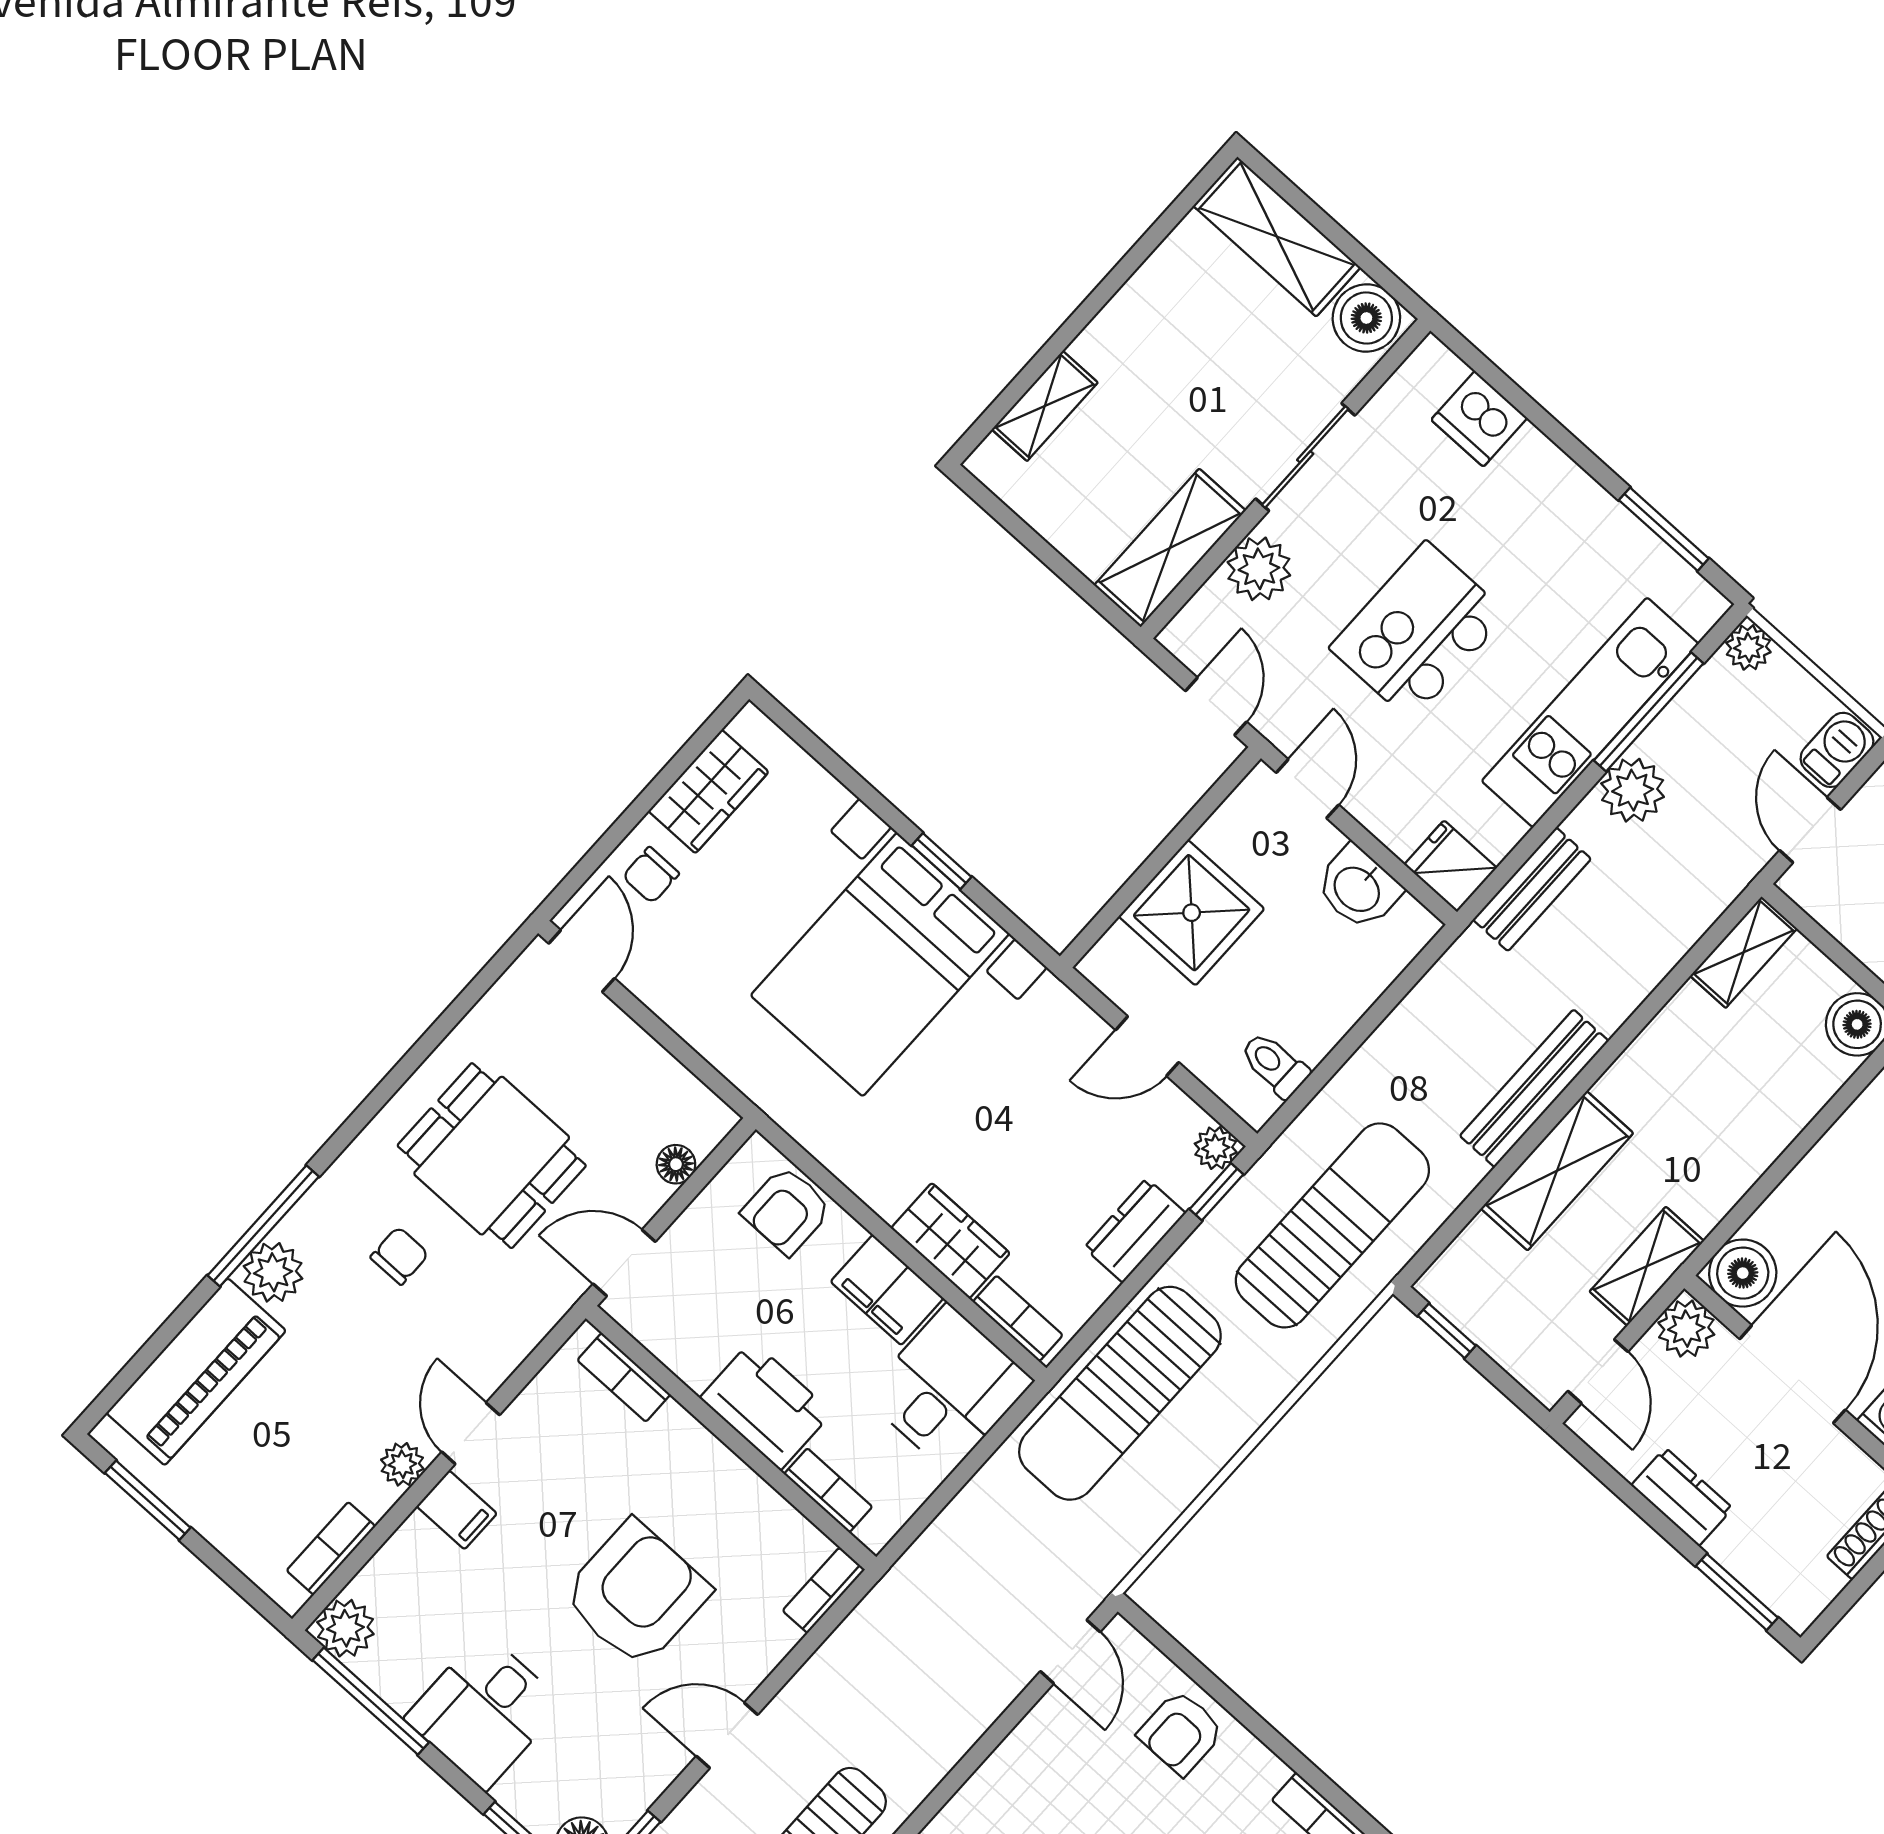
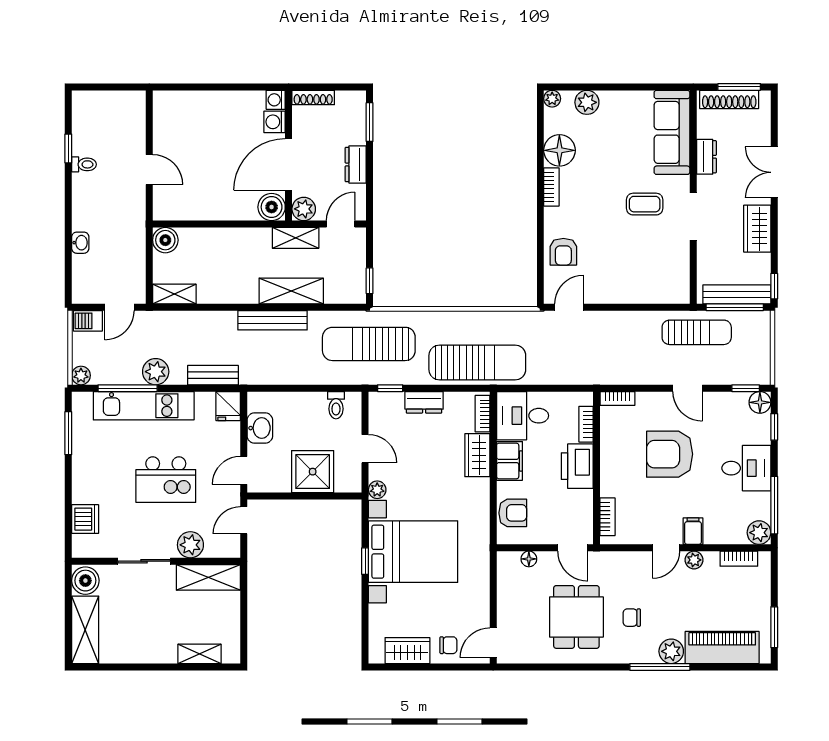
plant: (1216, 1148) -> (377, 490), moved
armchair: (1181, 1733) -> (563, 252), turned 90

